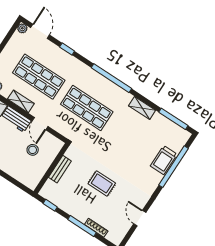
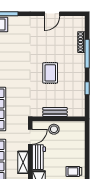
wall: (51, 168) -> (59, 119), moved
bench: (60, 169) -> (55, 112), moved
rug: (102, 183) -> (50, 73), moved

